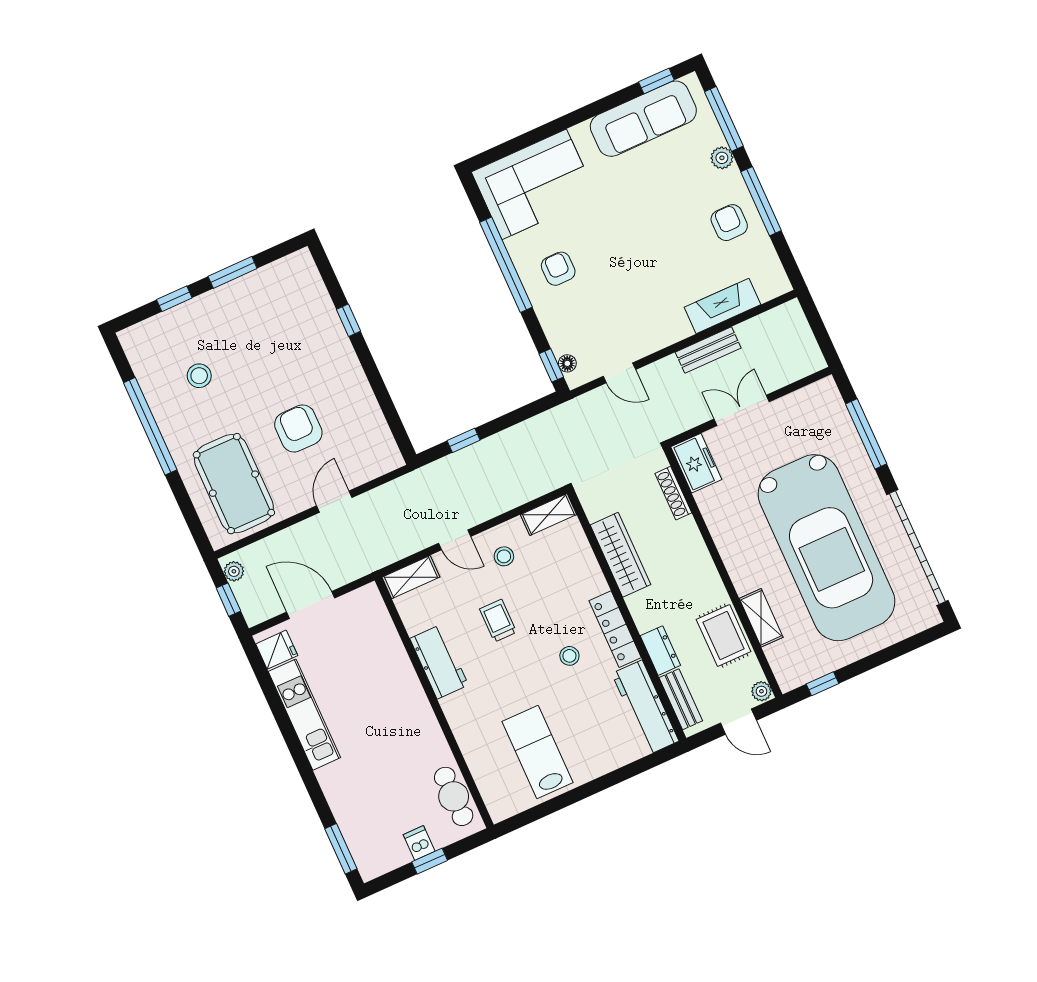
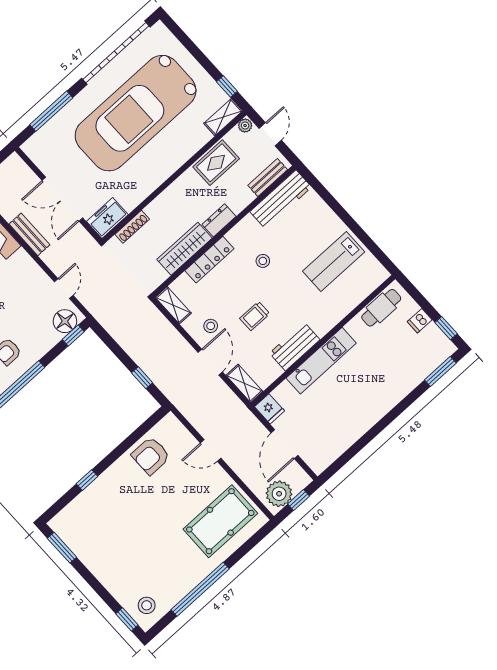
window: (233, 272) -> (62, 548), moved
window: (174, 299) -> (127, 619), moved
floor lamp: (567, 363) -> (65, 321), width x1.89, depth x1.89
stool: (199, 376) -> (147, 605), moved
double door: (742, 410) -> (62, 199), width x1.37
armchair: (298, 428) -> (151, 456), moved
door: (455, 540) -> (210, 362), width x1.38
car: (826, 548) -> (136, 113), turned 180
plant: (234, 571) -> (279, 494), width x1.88, depth x1.88
shelving: (761, 618) -> (223, 117), moved
locker: (615, 629) -> (209, 260), moved
fridge: (277, 650) -> (270, 409), moved, turned 180
dresser: (660, 651) -> (219, 220), moved
kitchen unit: (304, 715) -> (321, 361), moved, turned 180
window: (430, 861) -> (446, 328), moved

